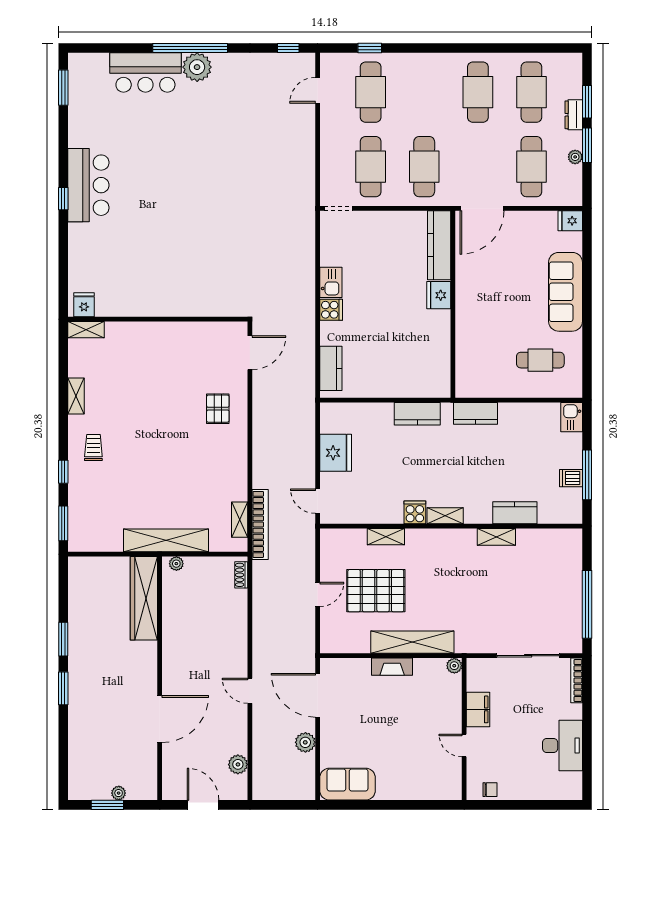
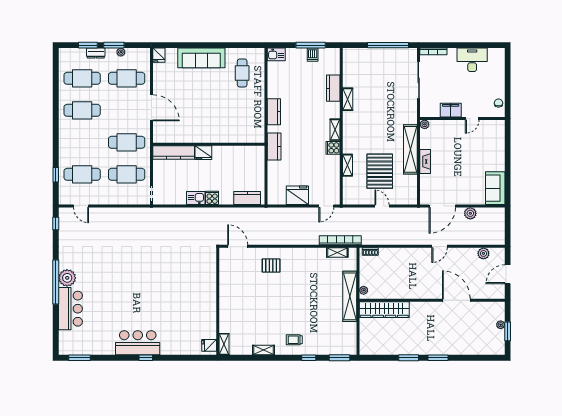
kitchen counter: (439, 245) -> (174, 152), moved
fridge: (439, 295) -> (203, 153), moved
wall: (453, 304) -> (209, 144), moved

